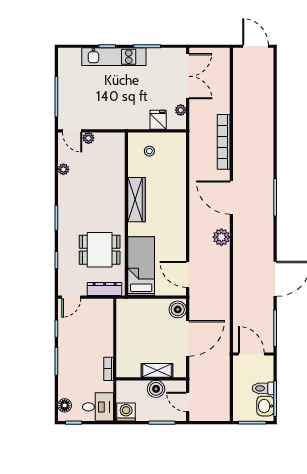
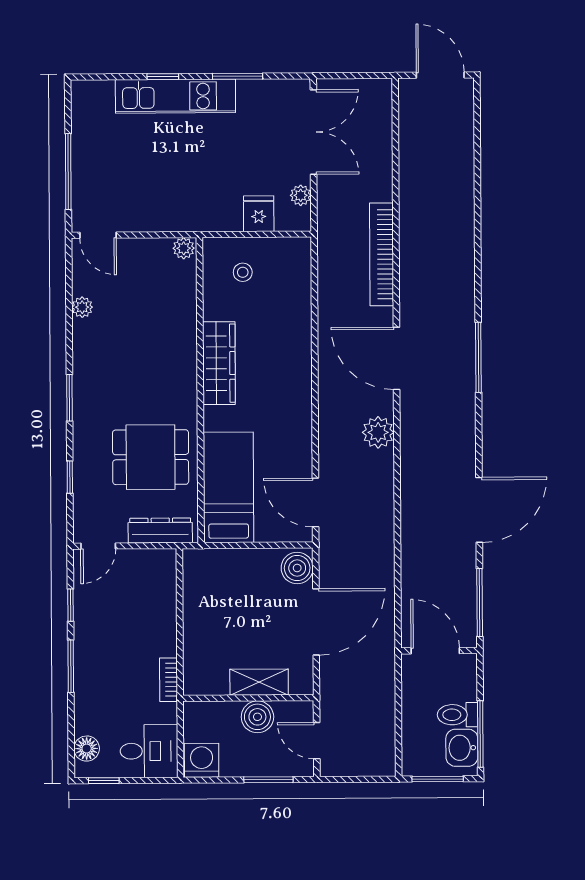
plant: (88, 138) -> (184, 248), moved

